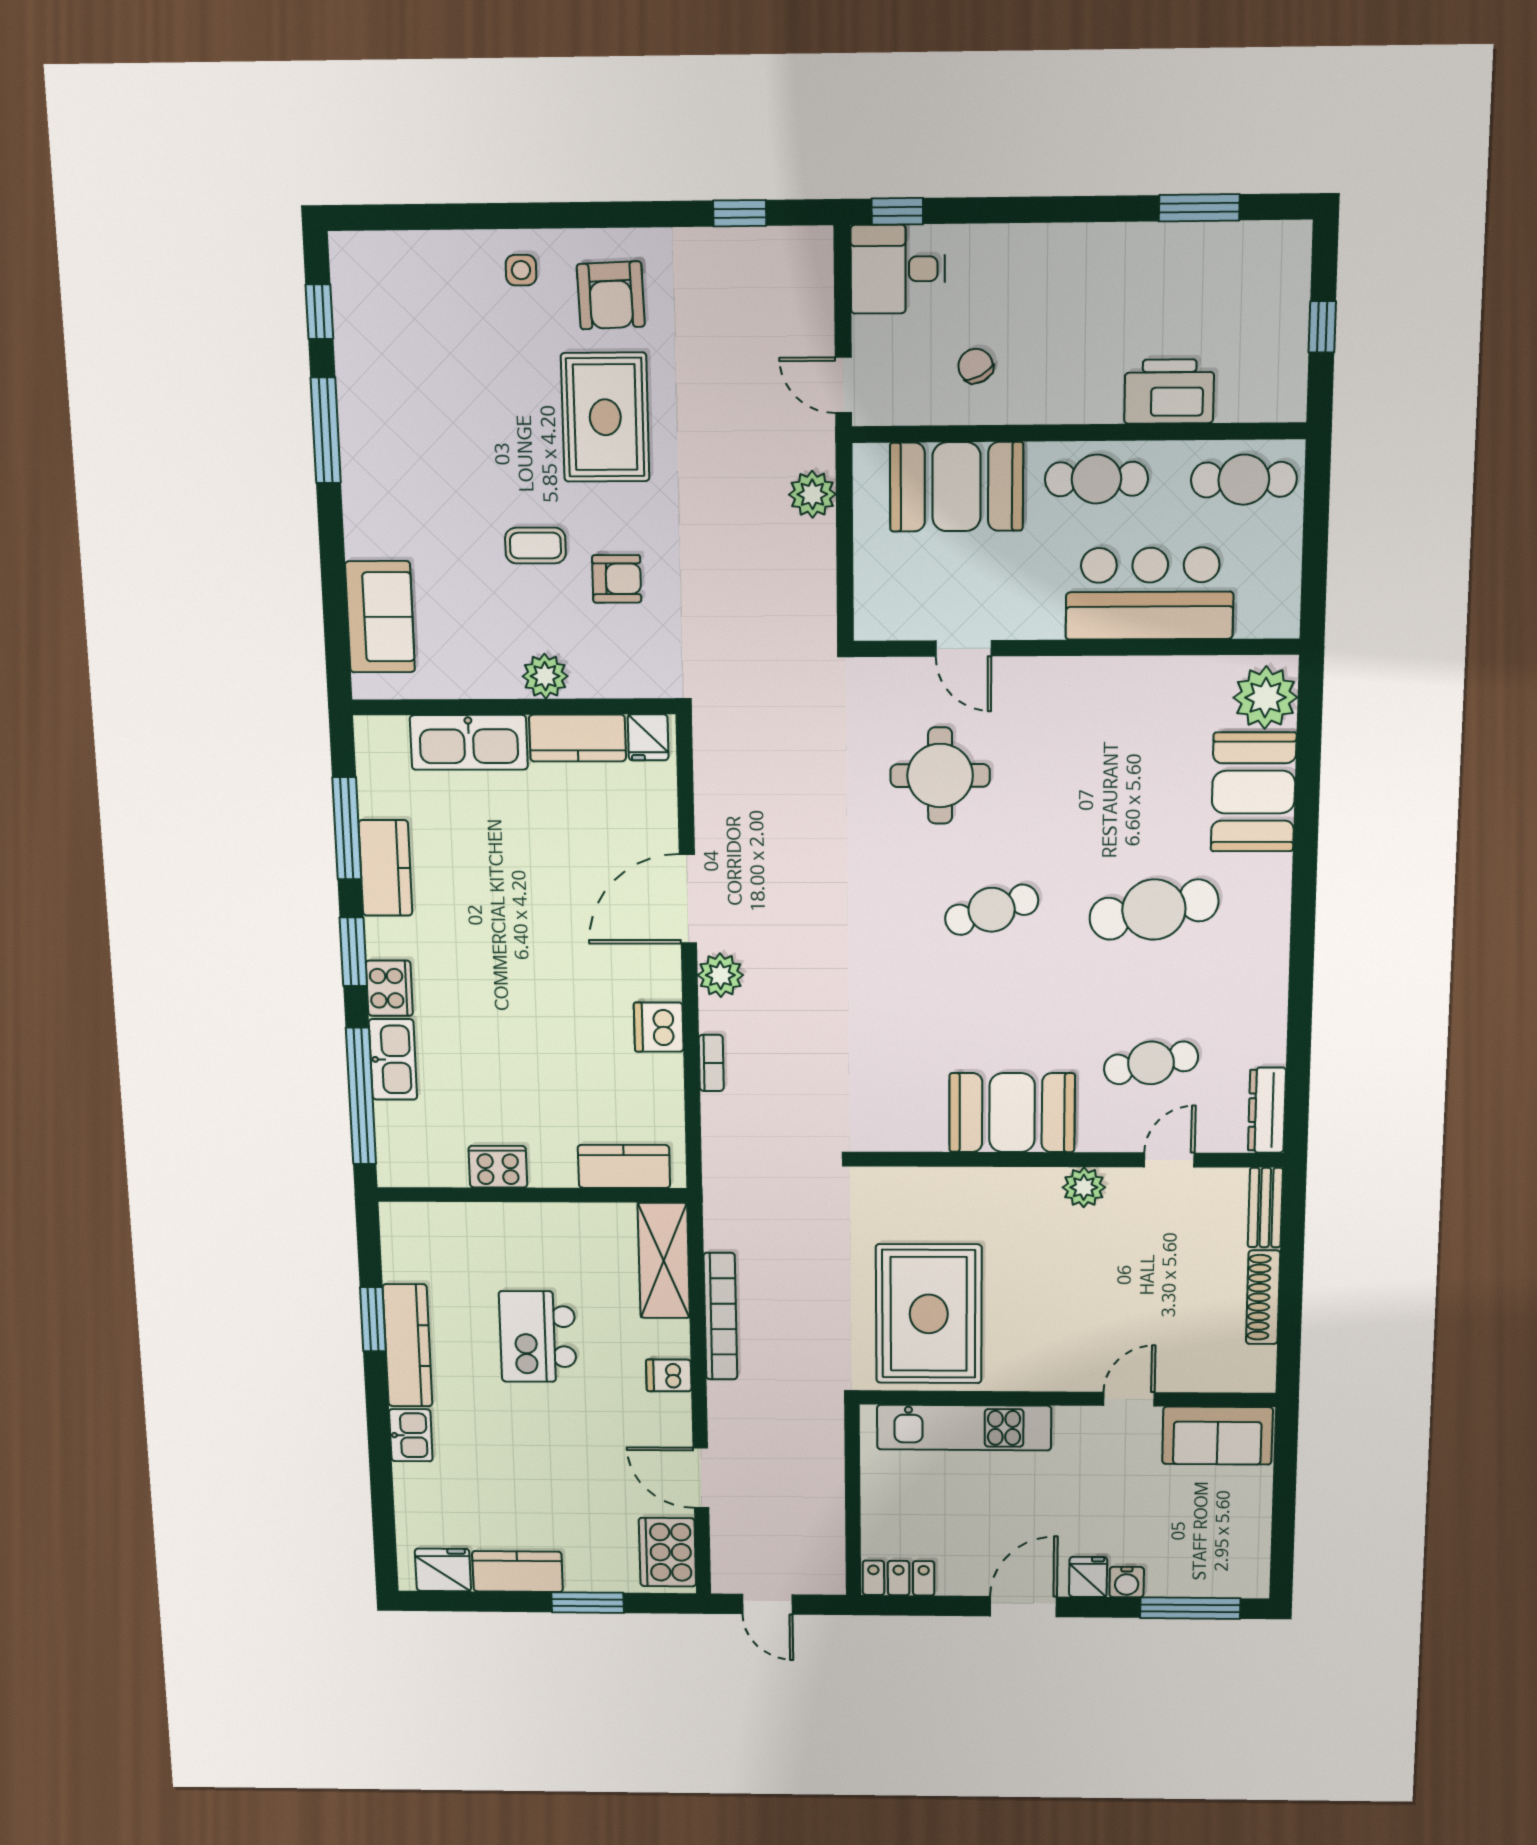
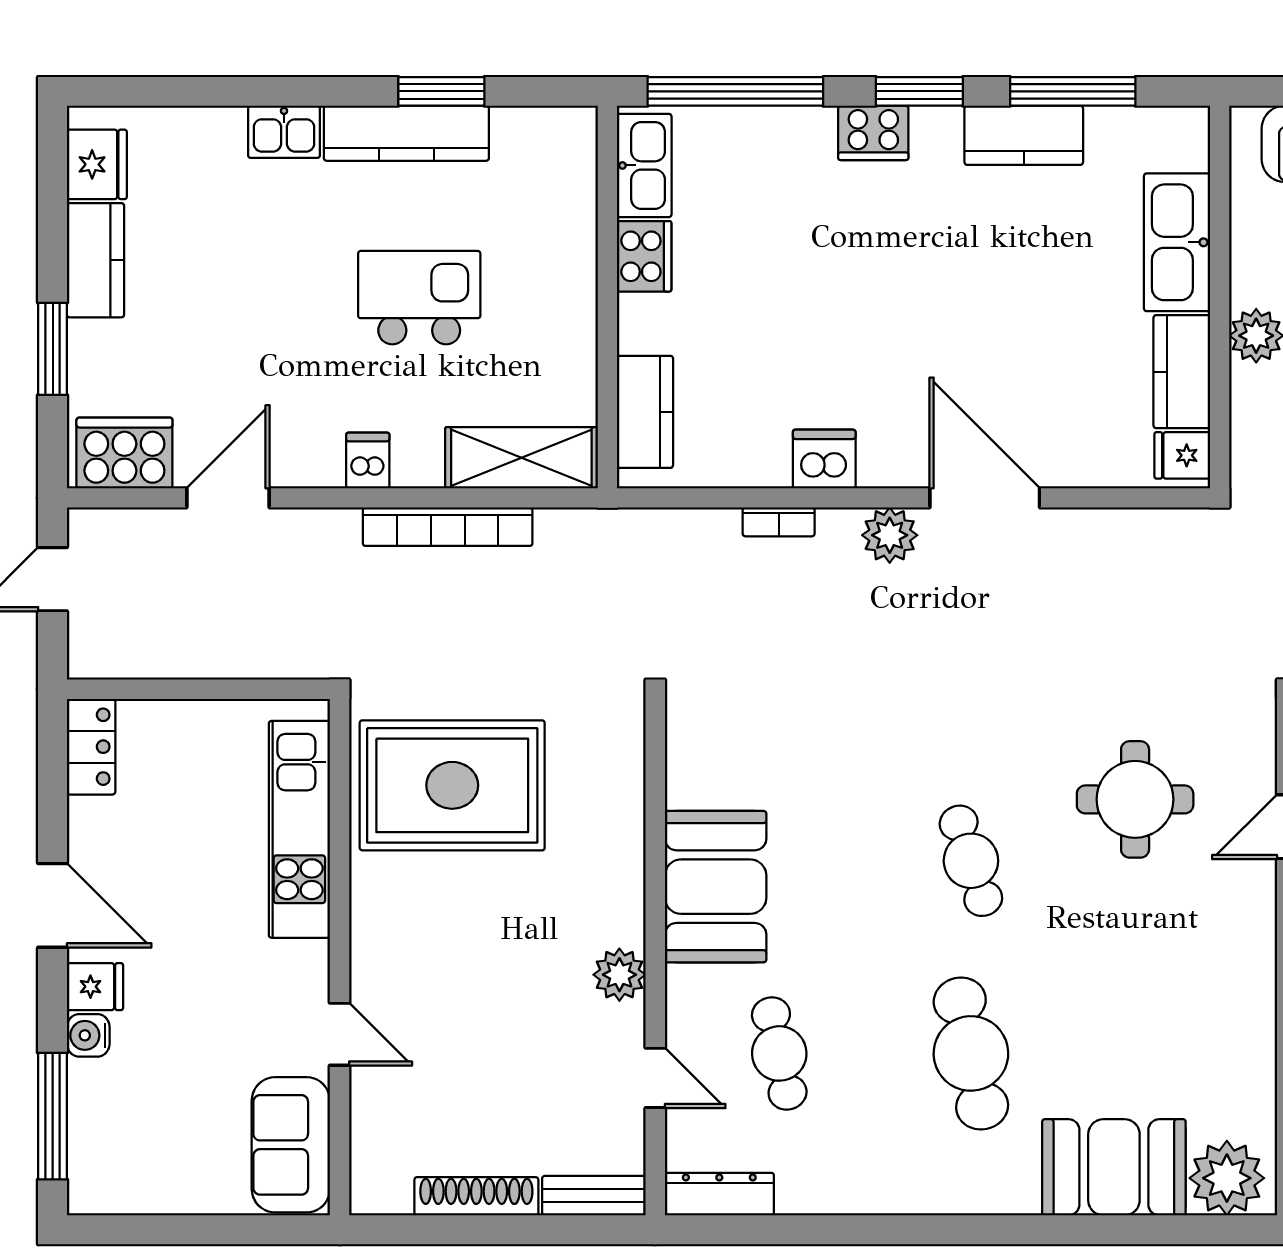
kitchen sink: (393, 1059) -> (644, 165), moved, turned -90

